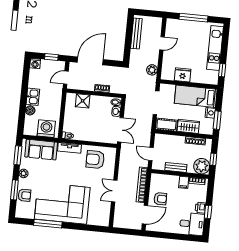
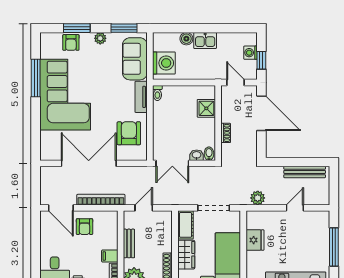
door: (162, 43) -> (295, 208), swing flipped
washing machine: (35, 63) -> (250, 53), moved
double door: (114, 191) -> (89, 163), width x1.87

